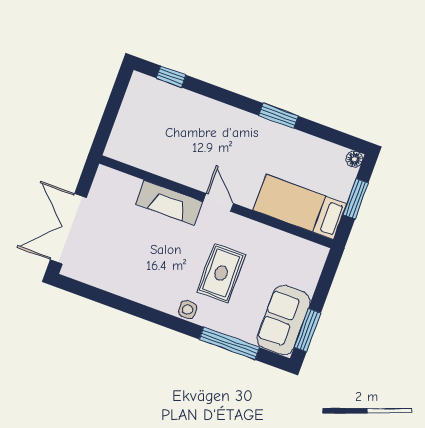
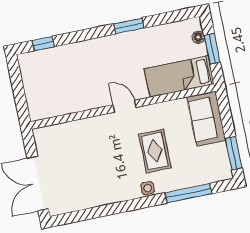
floor lamp: (354, 159) -> (198, 37), moved
fireplace: (169, 203) -> (93, 126), removed
sofa: (283, 320) -> (206, 119), moved

